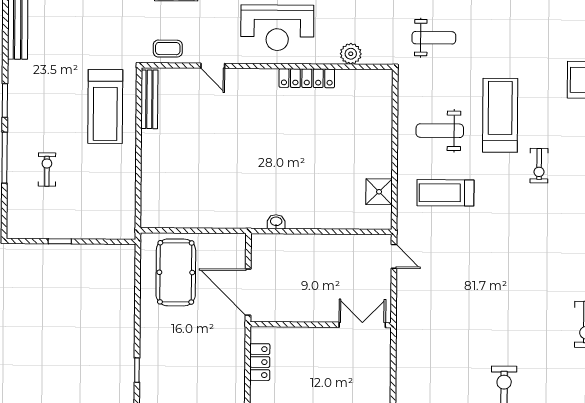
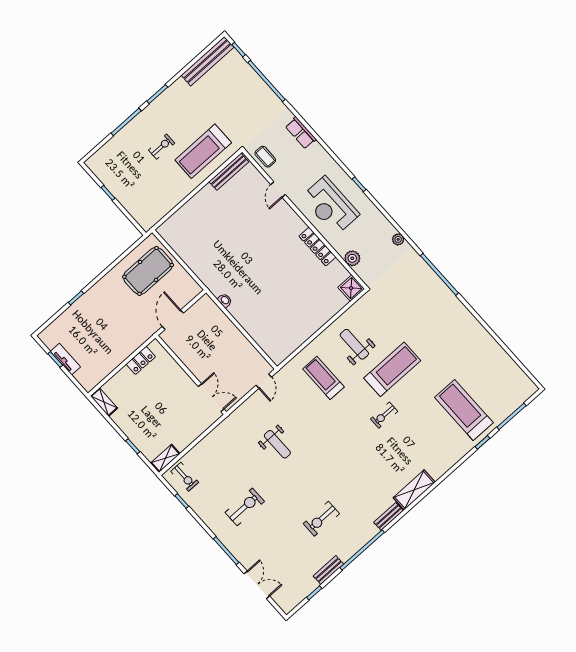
weight bench: (434, 38) -> (277, 444), moved
exercise bike: (47, 170) -> (162, 147), moved
shower: (379, 192) -> (351, 288), moved
door: (248, 292) -> (173, 320), width x0.73

